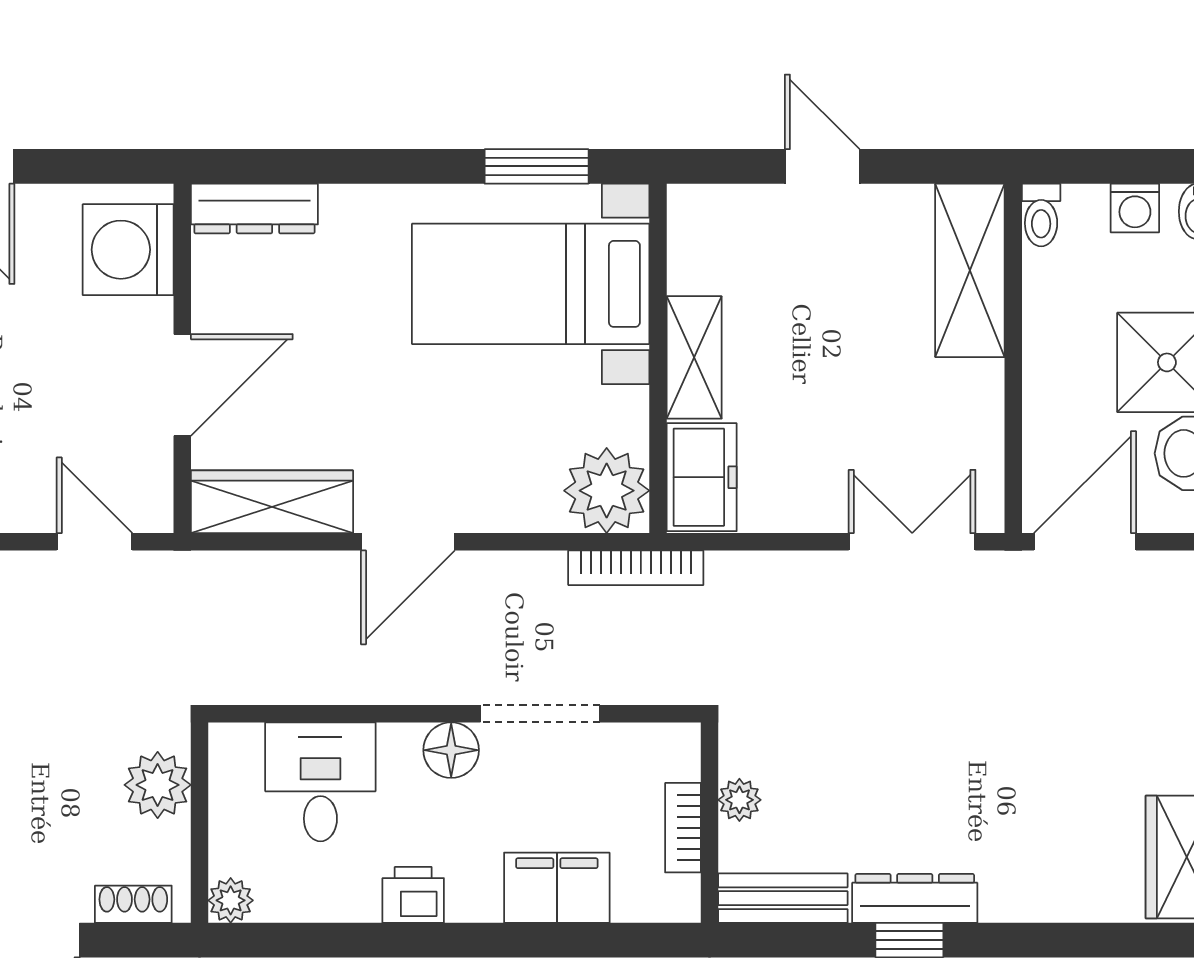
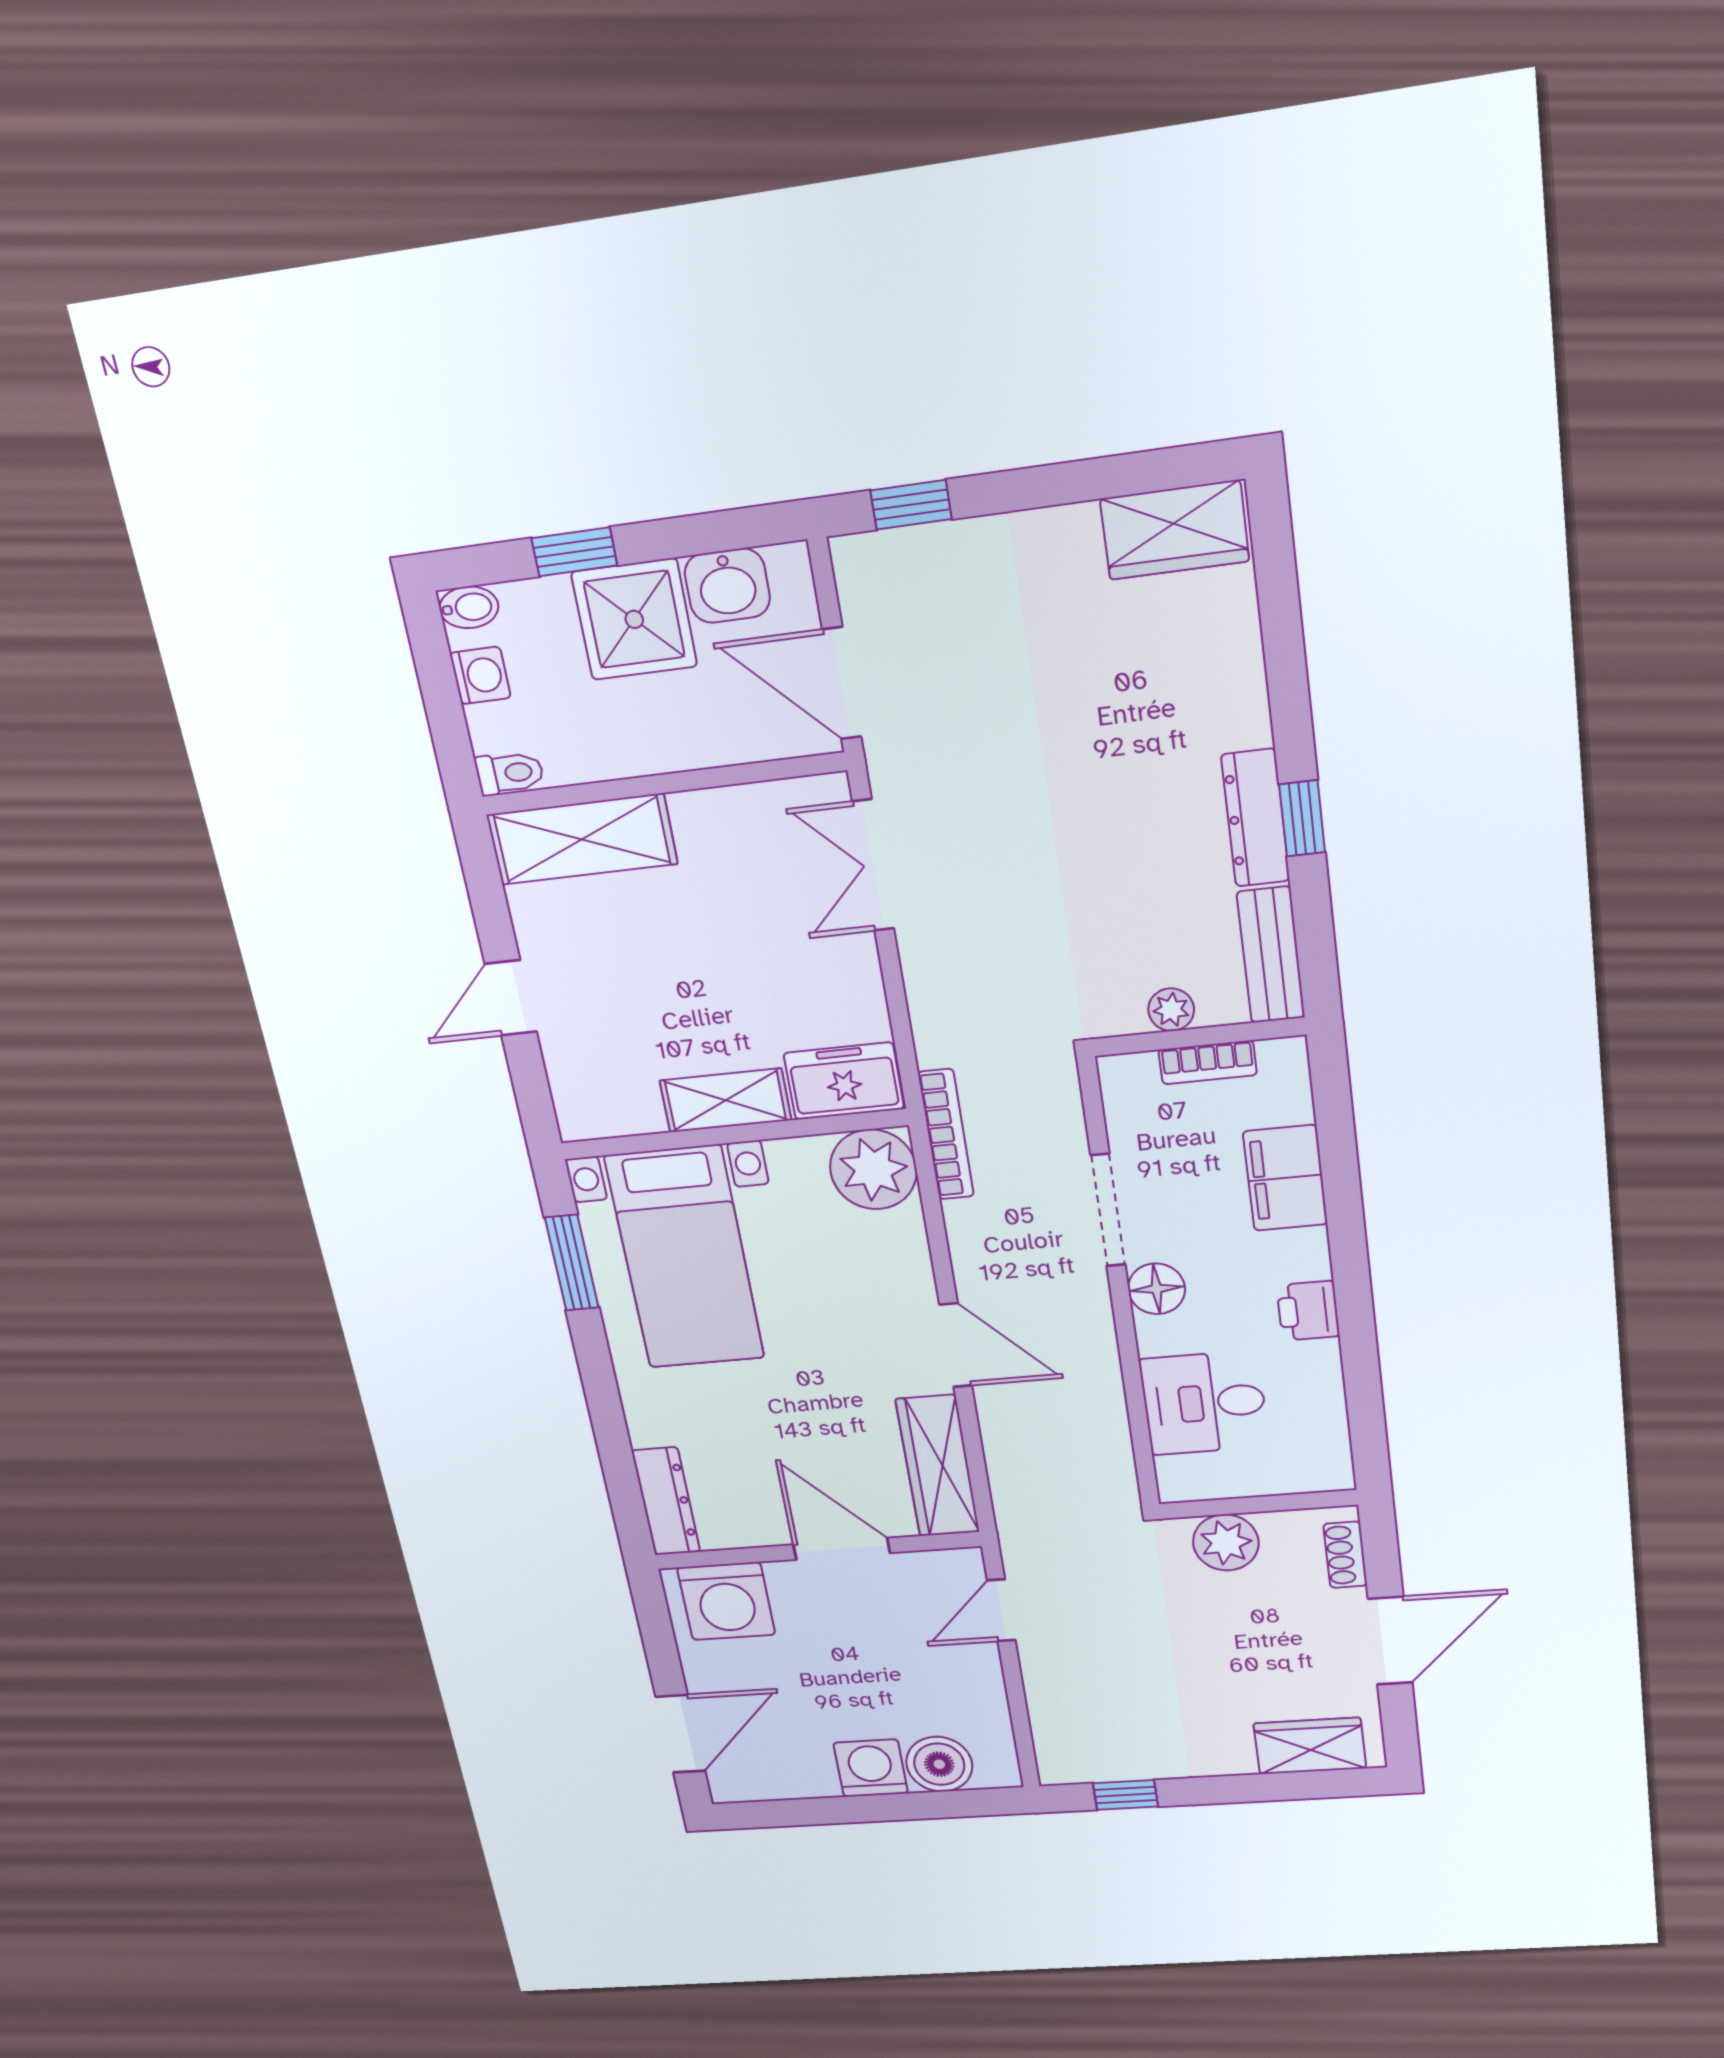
plant: (231, 900) -> (1332, 1472), removed

